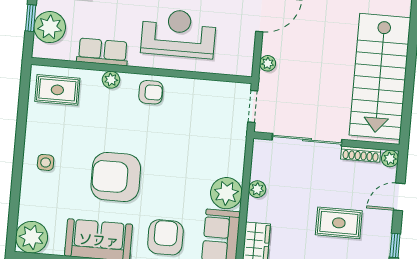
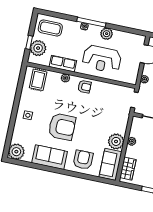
reception desk: (179, 33) -> (102, 59), turned 180
rug: (57, 90) -> (38, 80), turned 90
armchair: (116, 177) -> (62, 127), turned 180

